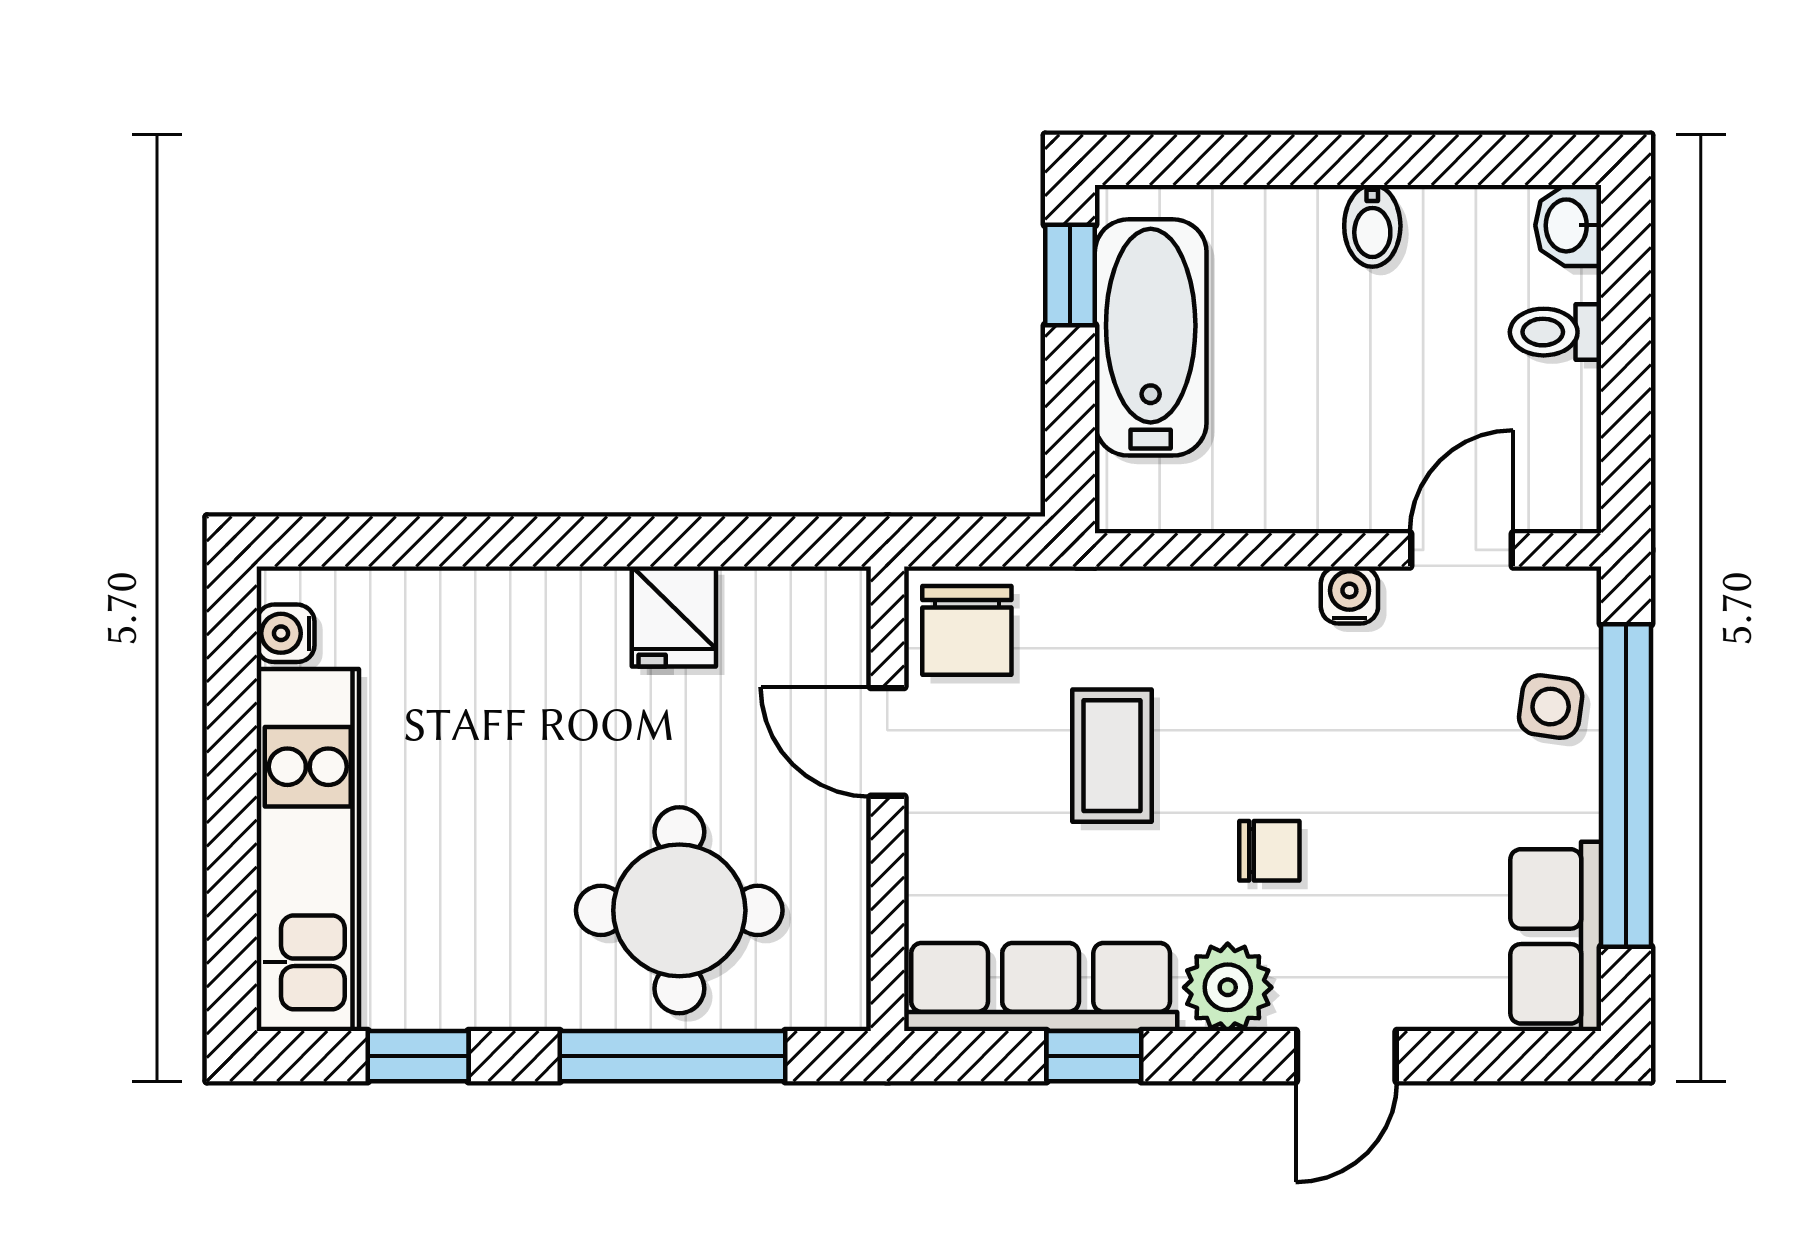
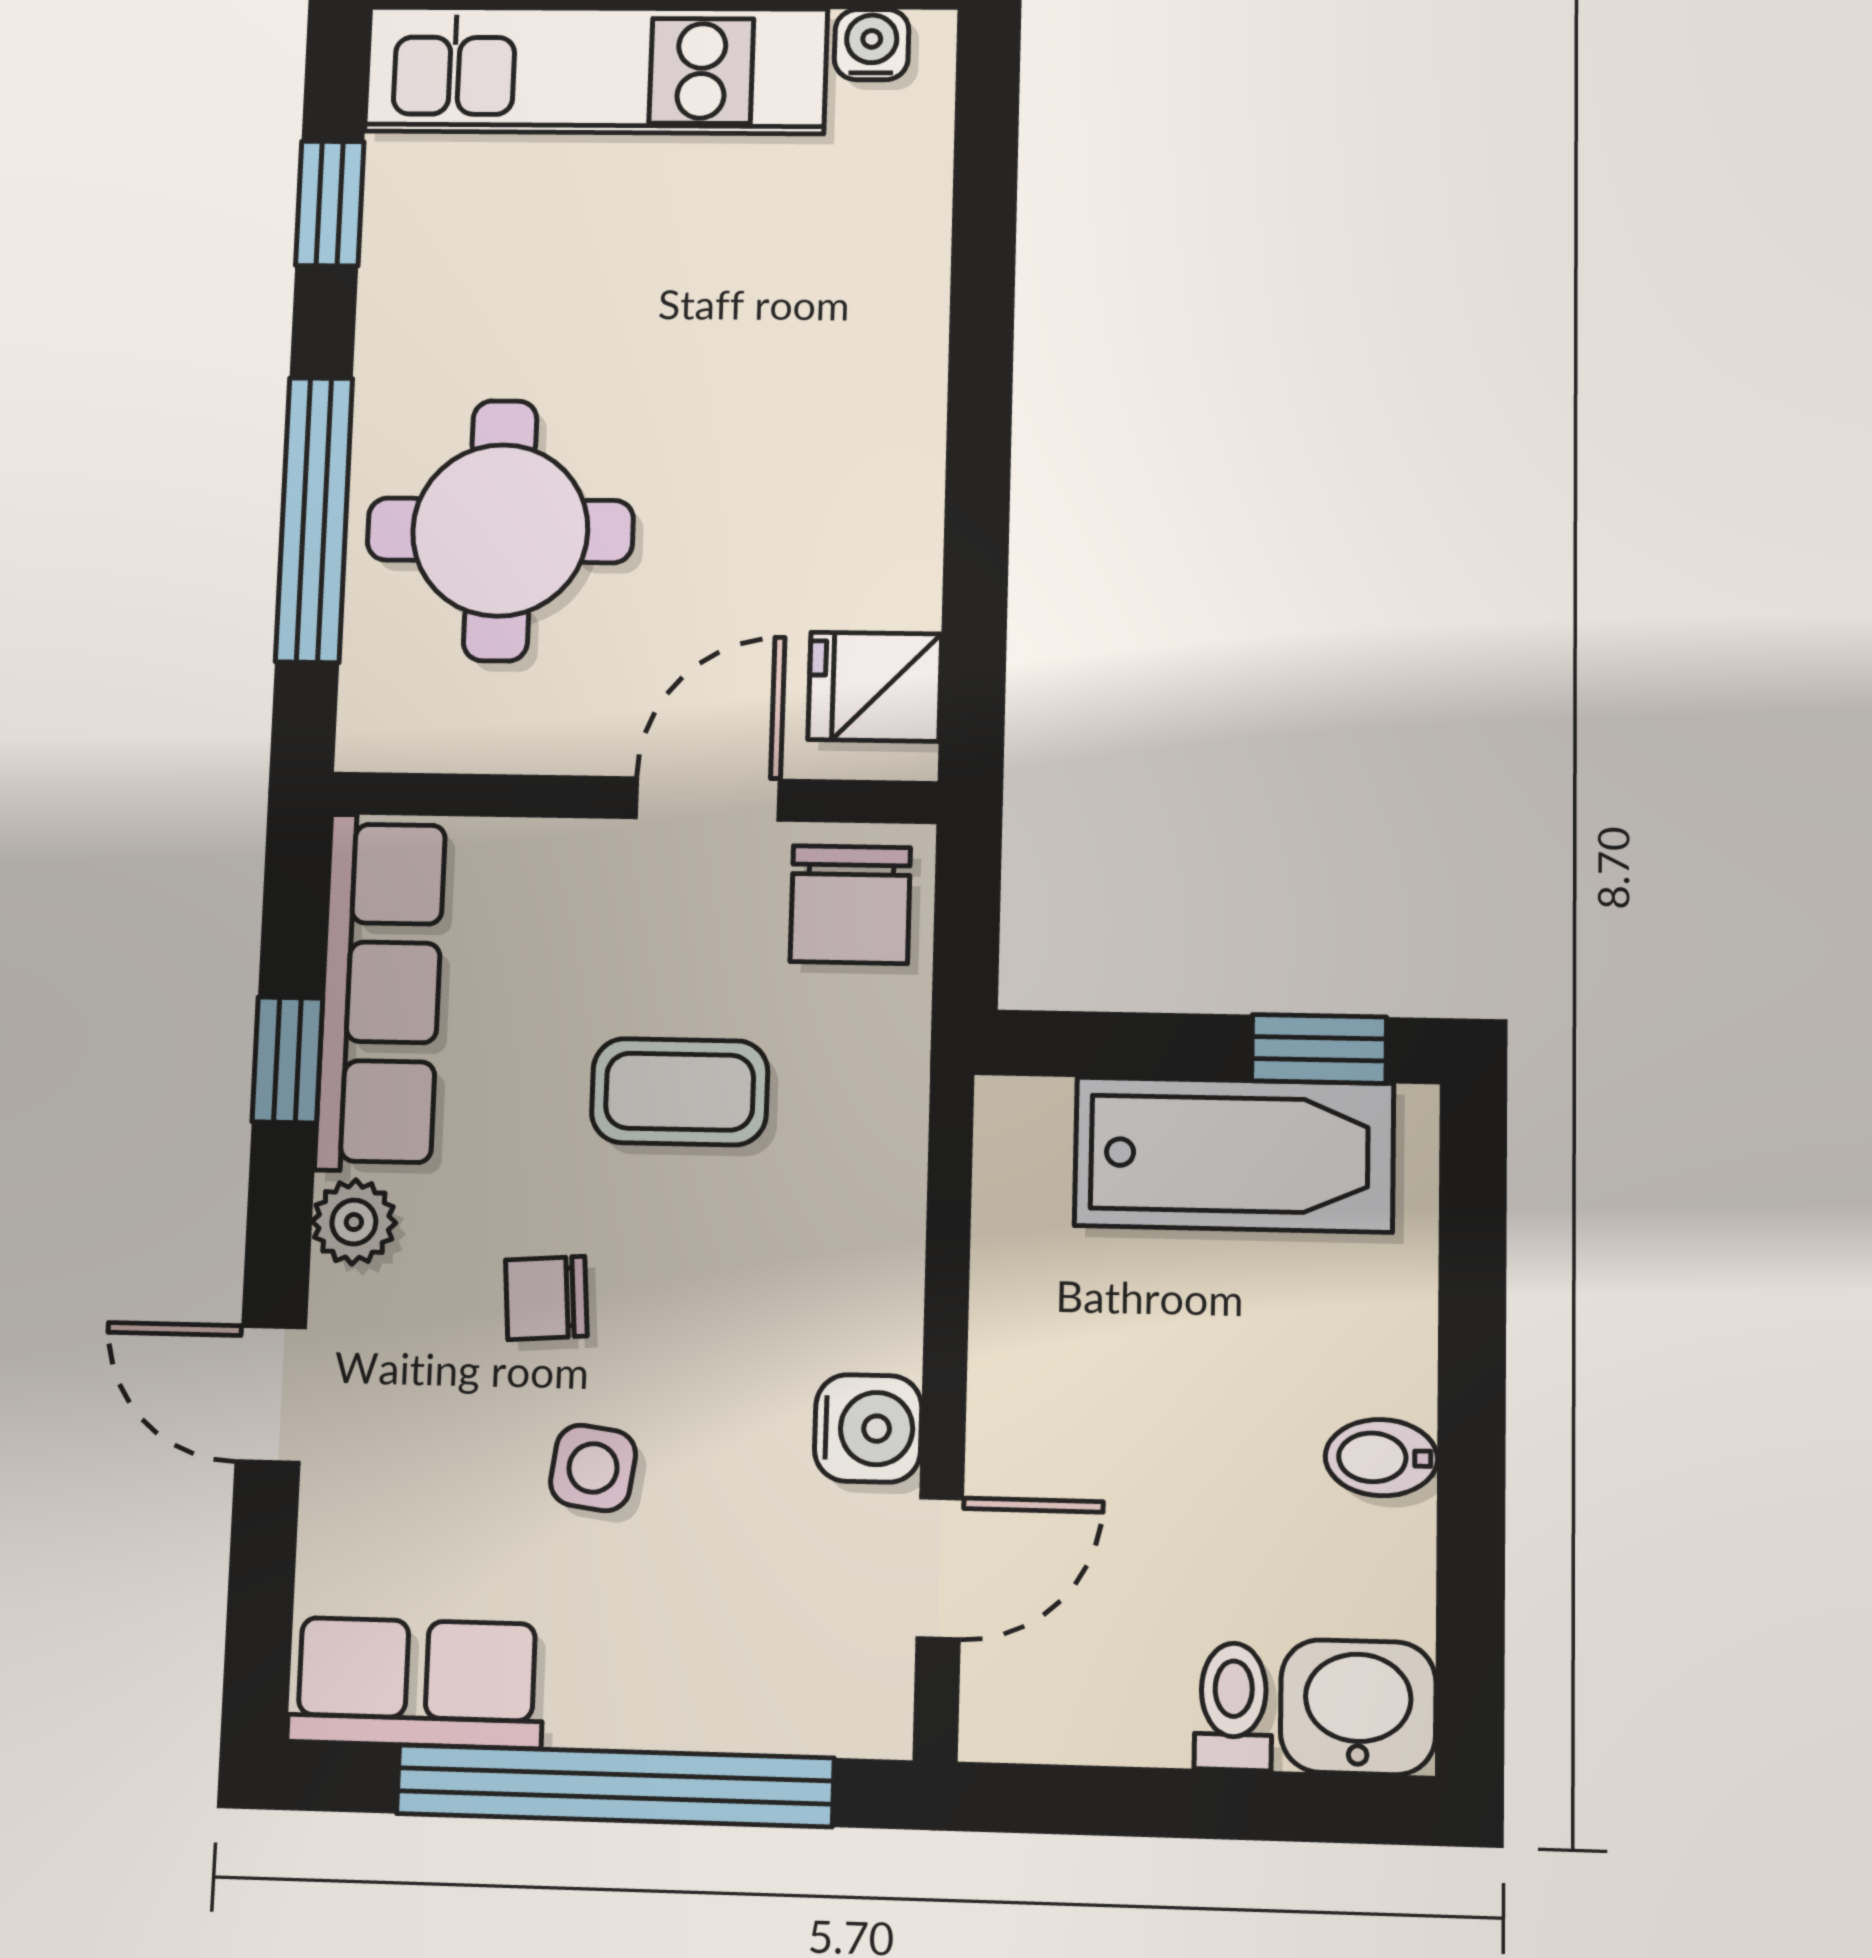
washbasin: (1568, 225) -> (1358, 1707), width x1.38, depth x1.45
door: (1461, 550) -> (940, 1568), hinge flipped
water cooler: (1349, 595) -> (868, 1428), width x1.38, depth x1.38
fridge: (674, 617) -> (875, 687), moved
chair: (967, 630) -> (850, 905), turned -90
side table: (1551, 707) -> (593, 1468), moved
chair: (1269, 851) -> (546, 1298), turned 86
plant: (1228, 987) -> (354, 1222), width x0.73, depth x0.73

